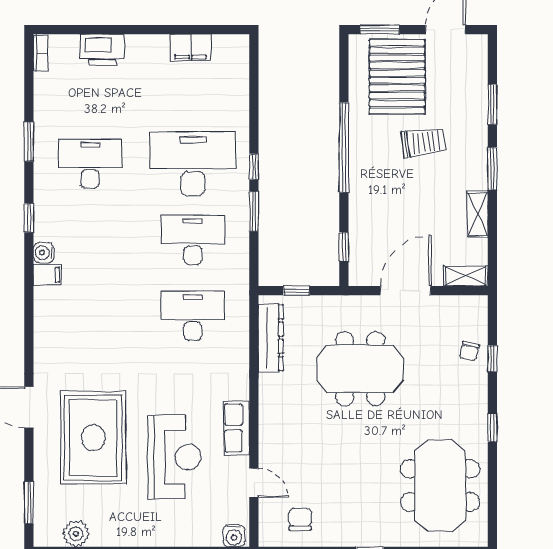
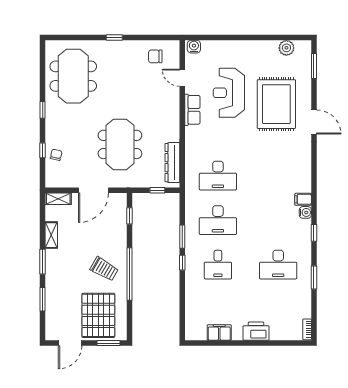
printer: (102, 50) -> (256, 331), moved
trolley: (423, 142) -> (104, 269), moved, turned -143
desk: (193, 164) -> (218, 265), width x0.53, depth x0.77
meeting table: (360, 369) -> (120, 144), turned 90
chair: (300, 519) -> (155, 56), turned 90

